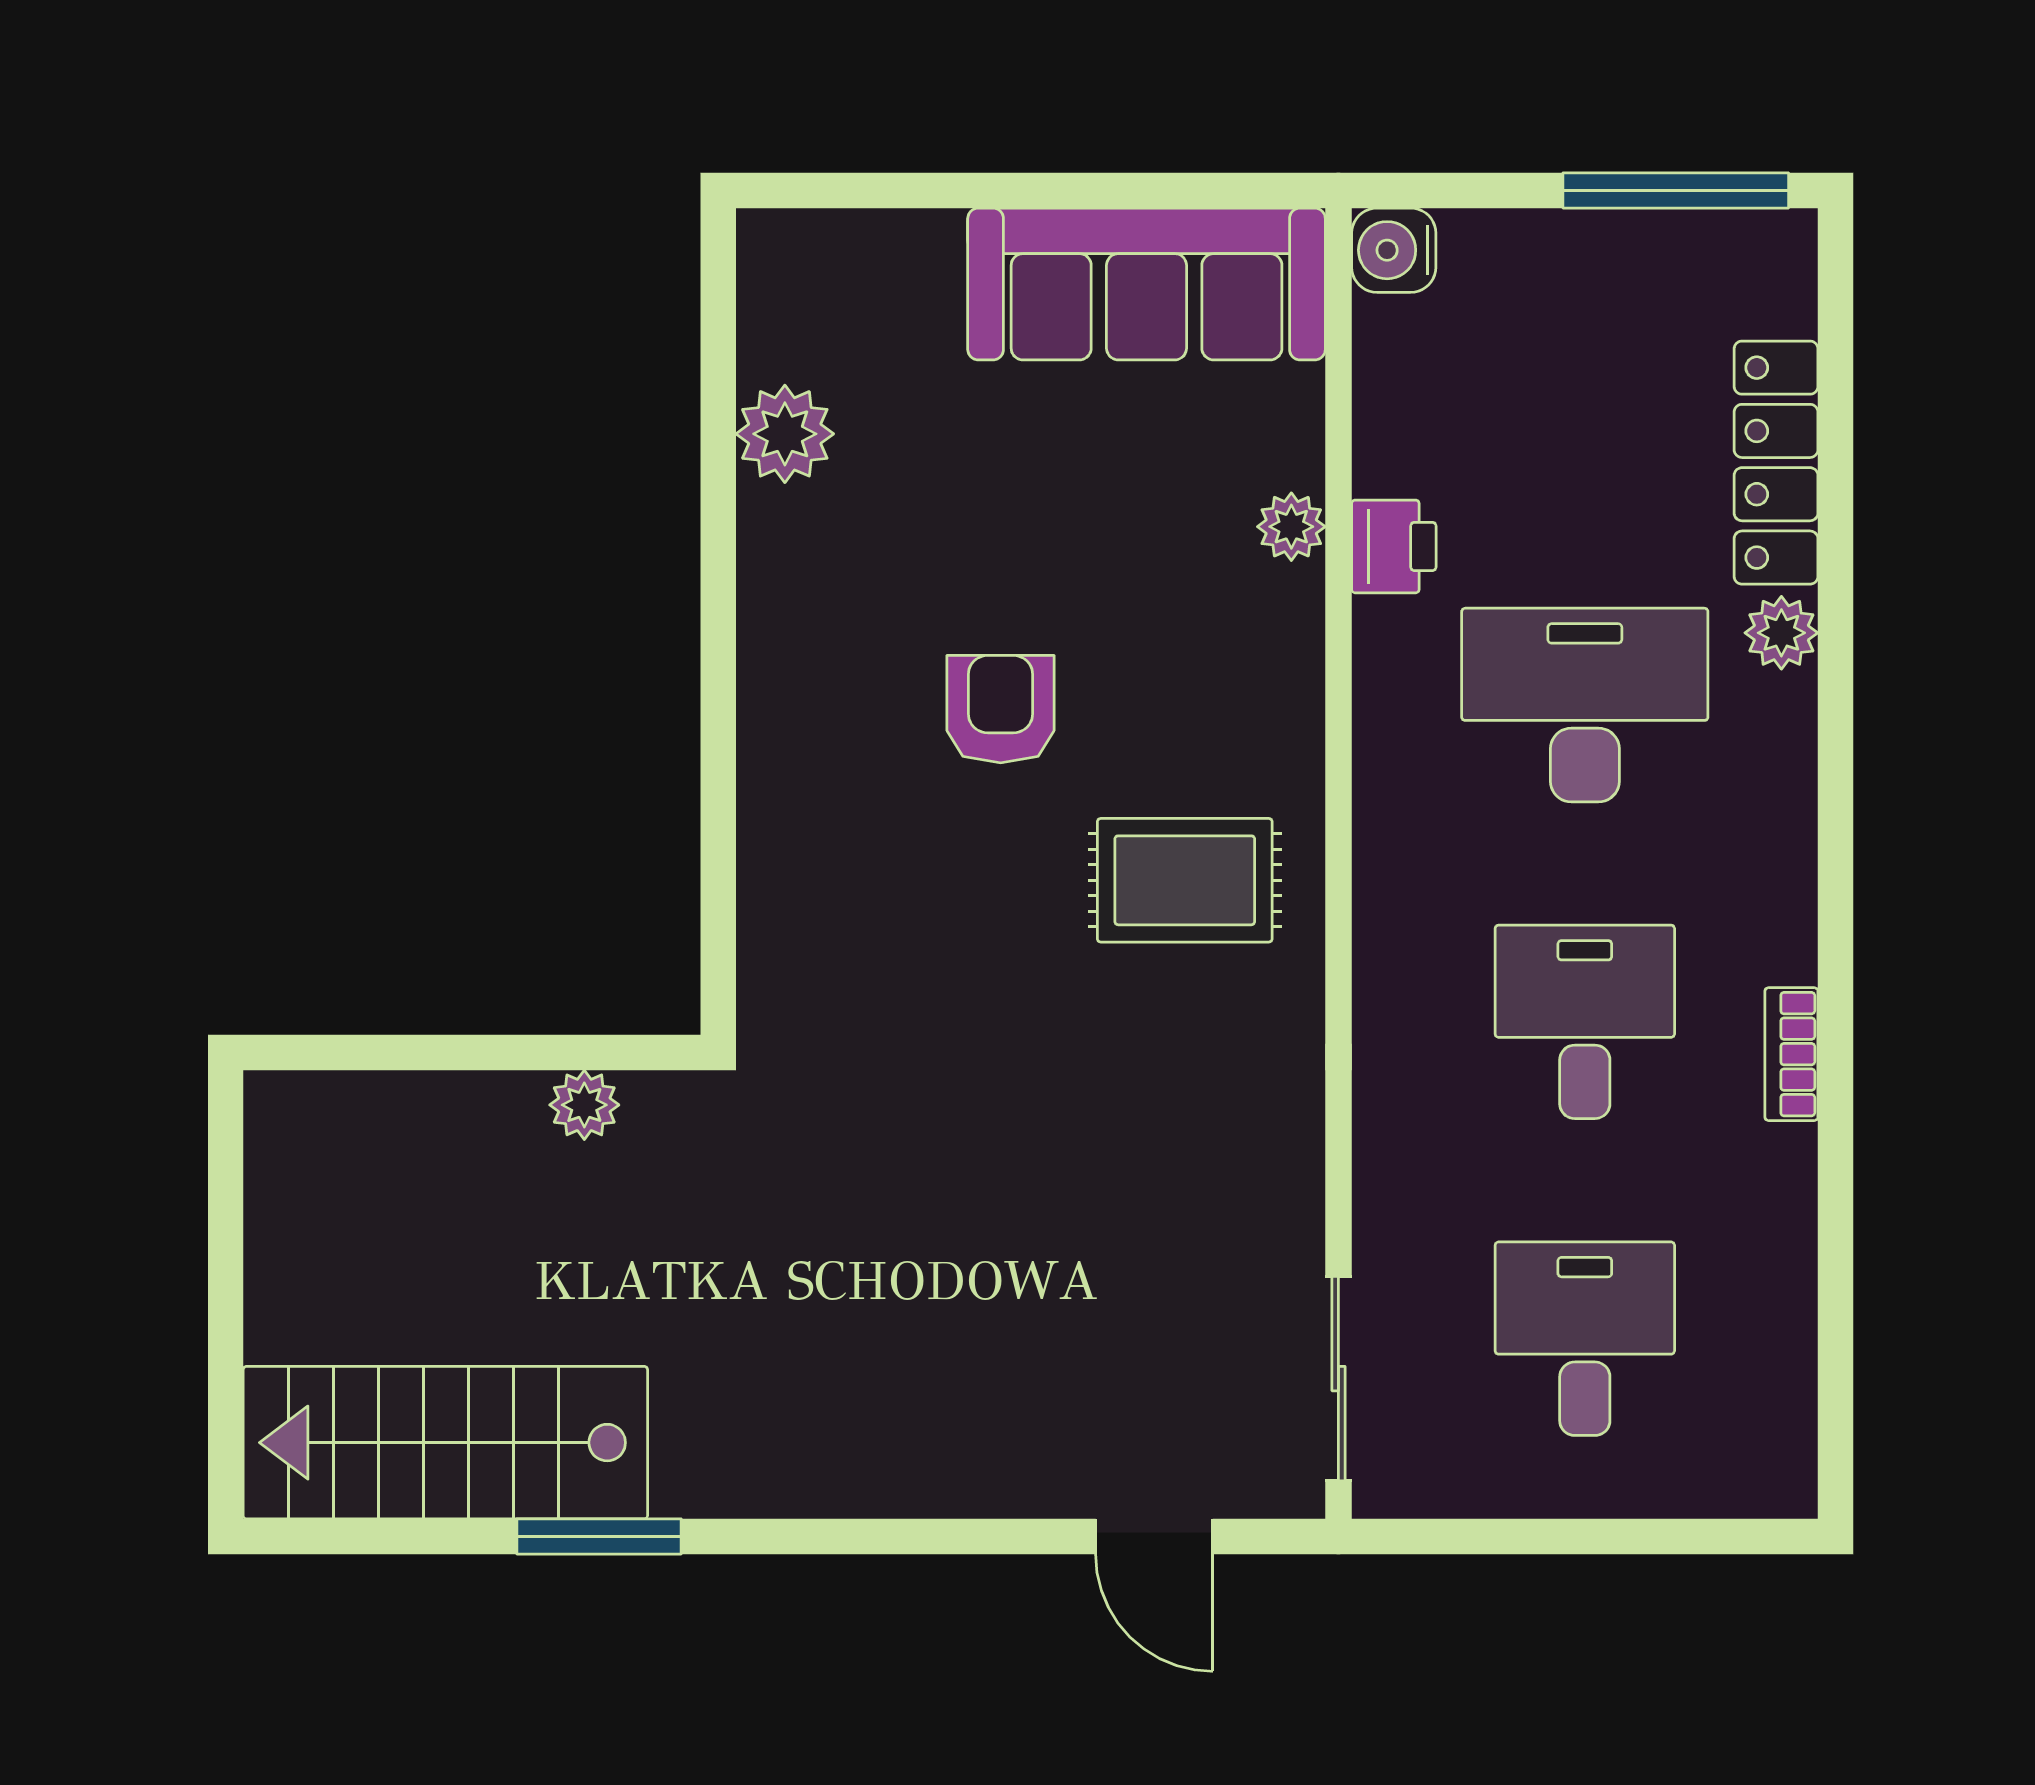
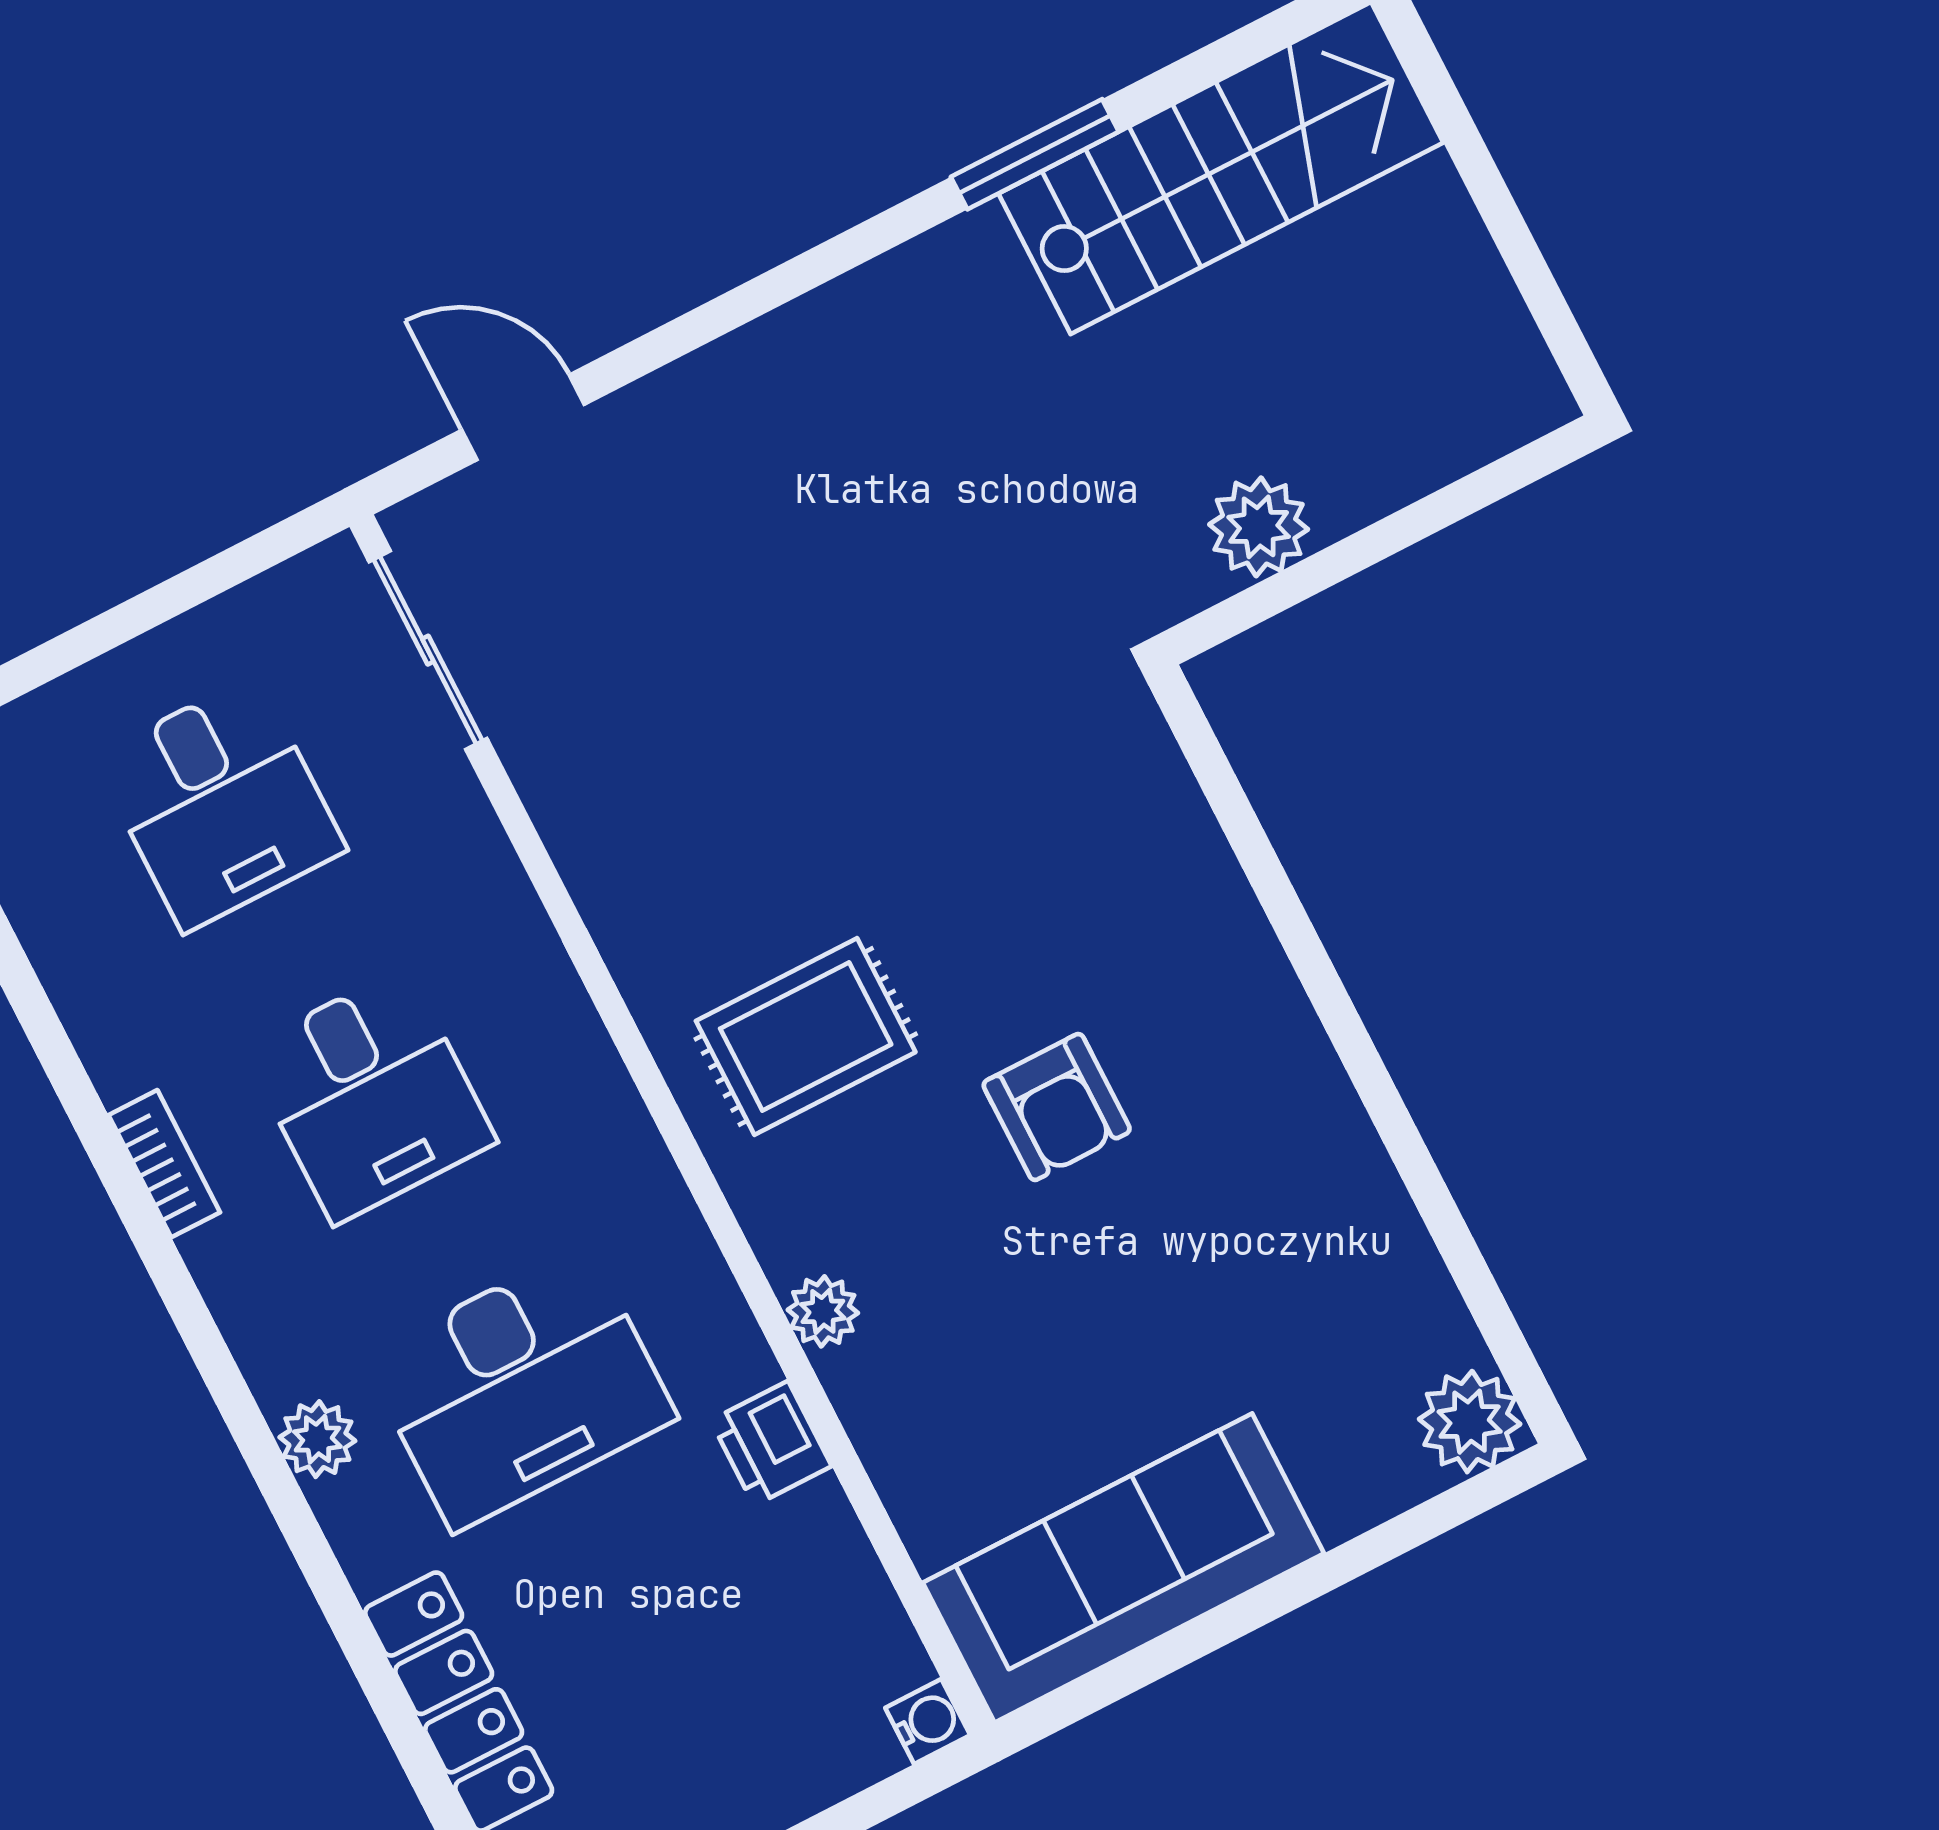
water cooler: (1394, 250) -> (928, 1722), width x0.72, depth x0.72
plant: (785, 434) -> (1470, 1422), moved
plant: (1291, 527) -> (823, 1311), moved
plant: (1781, 633) -> (317, 1439), moved
plant: (584, 1105) -> (1259, 527), width x1.38, depth x1.38

